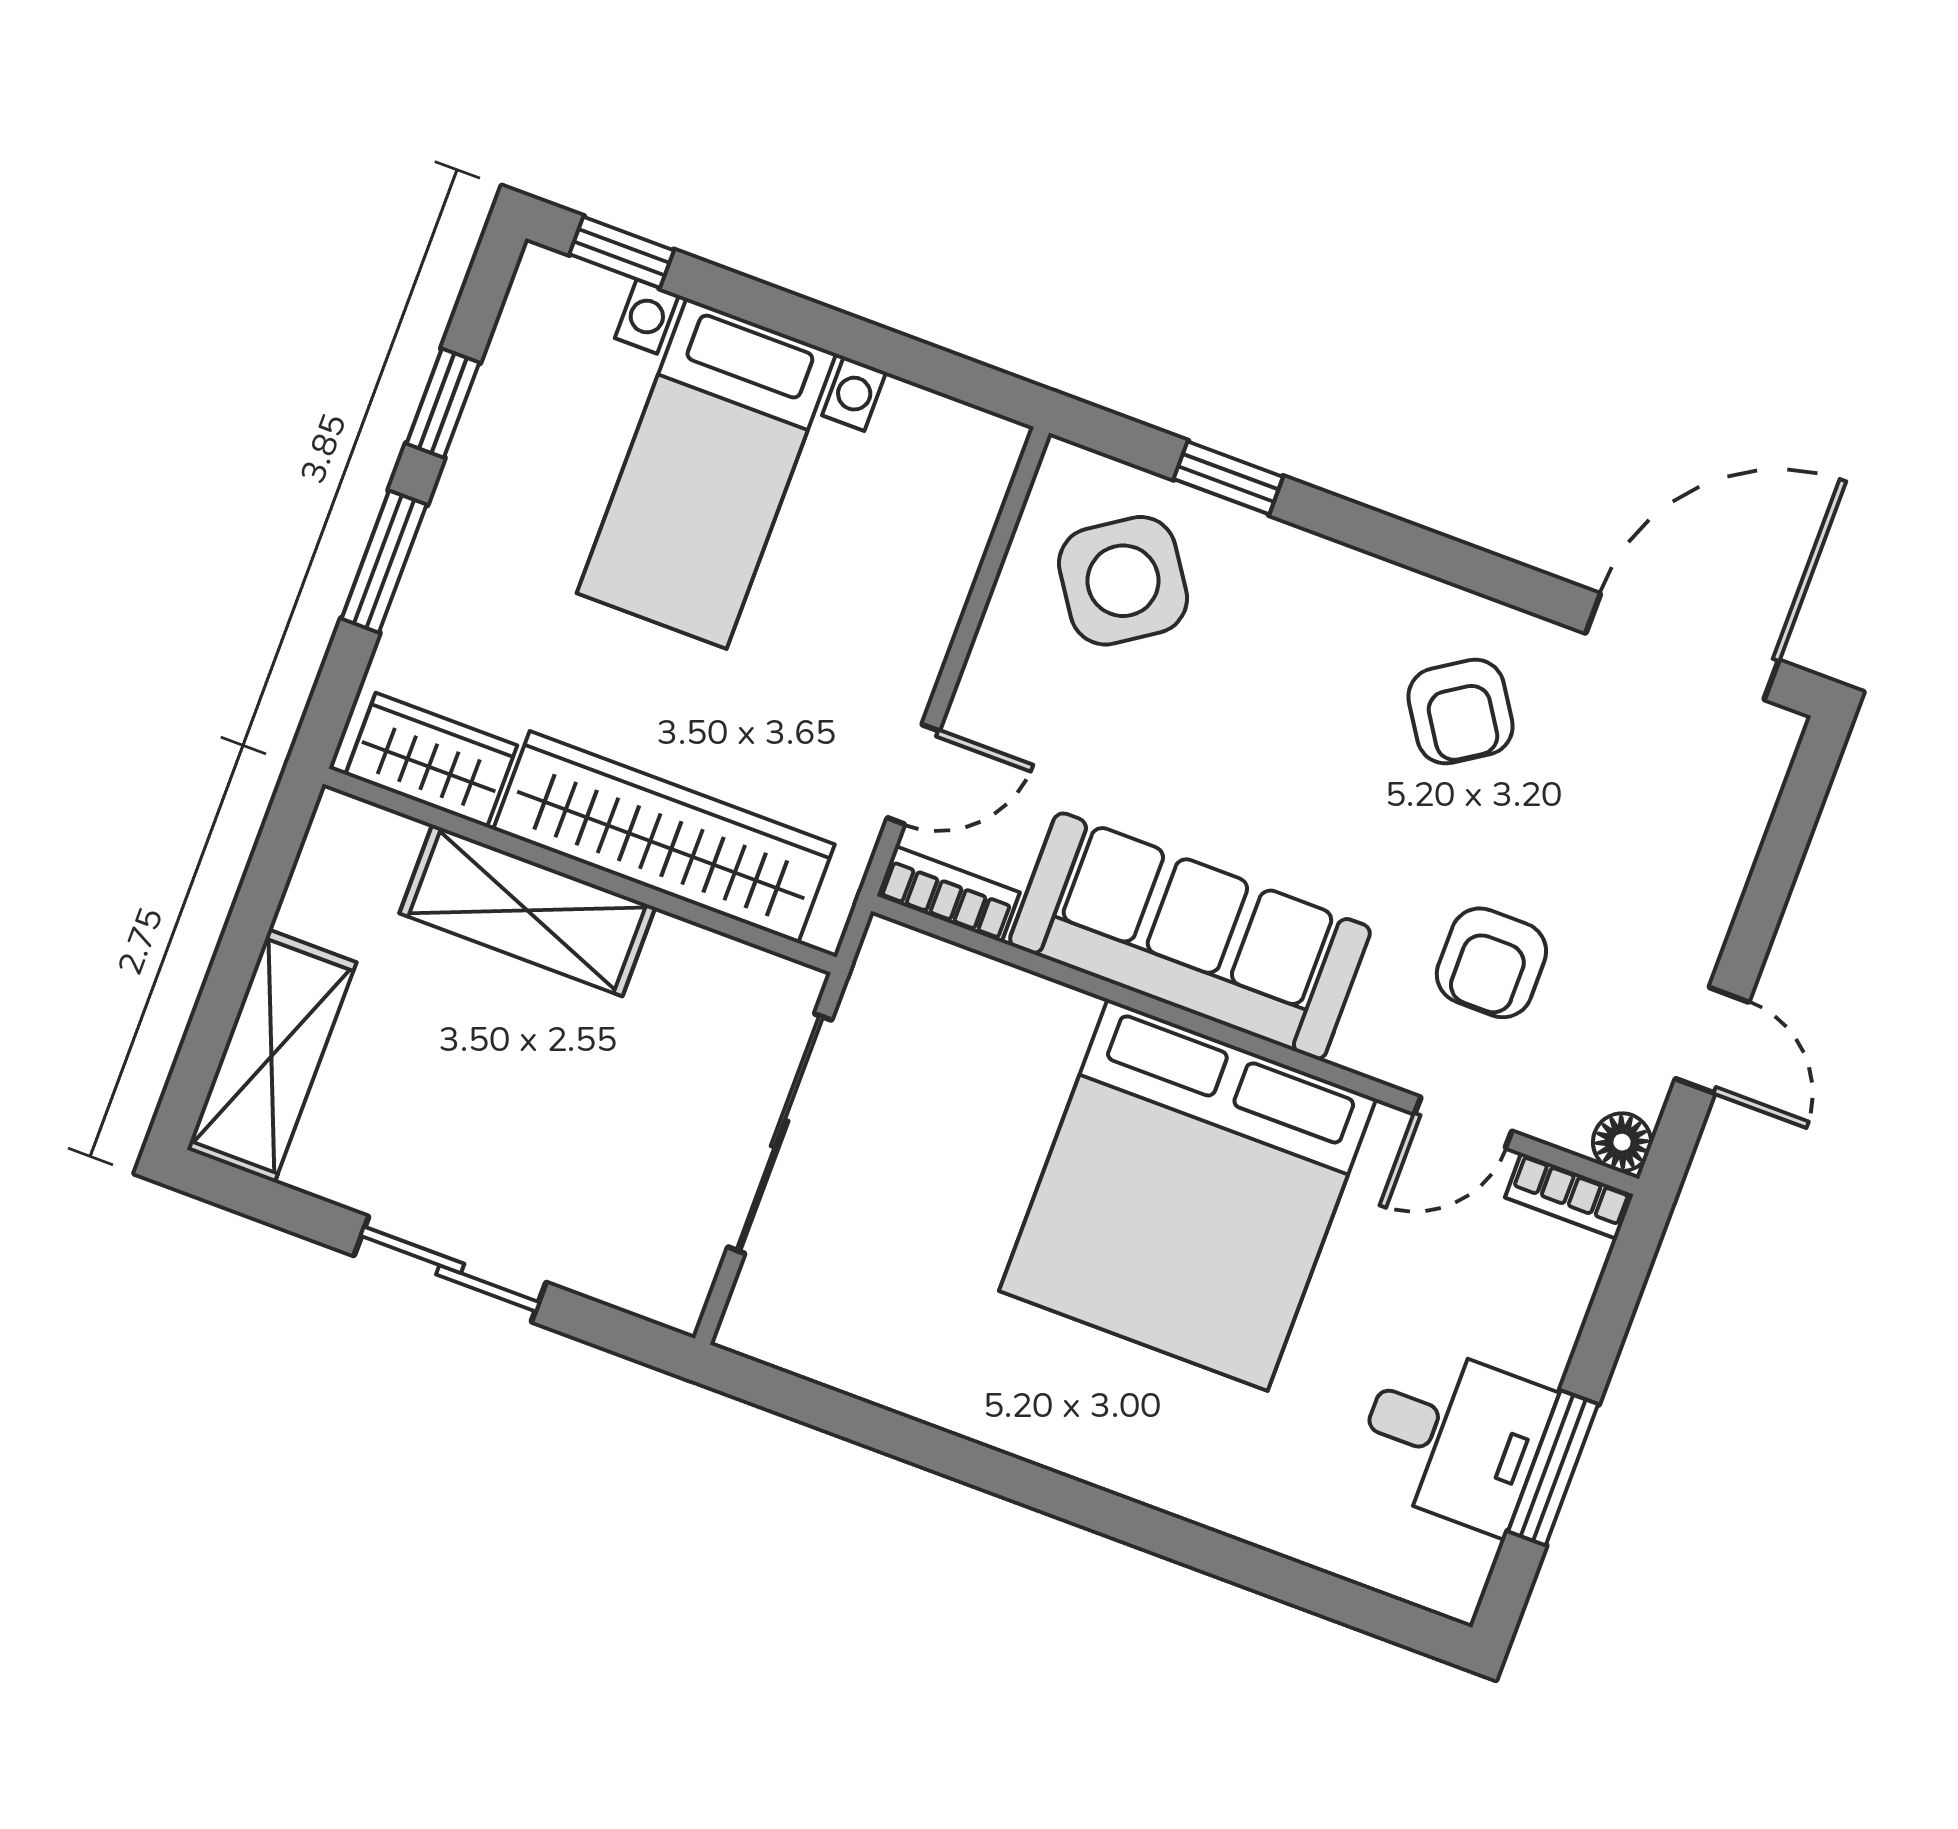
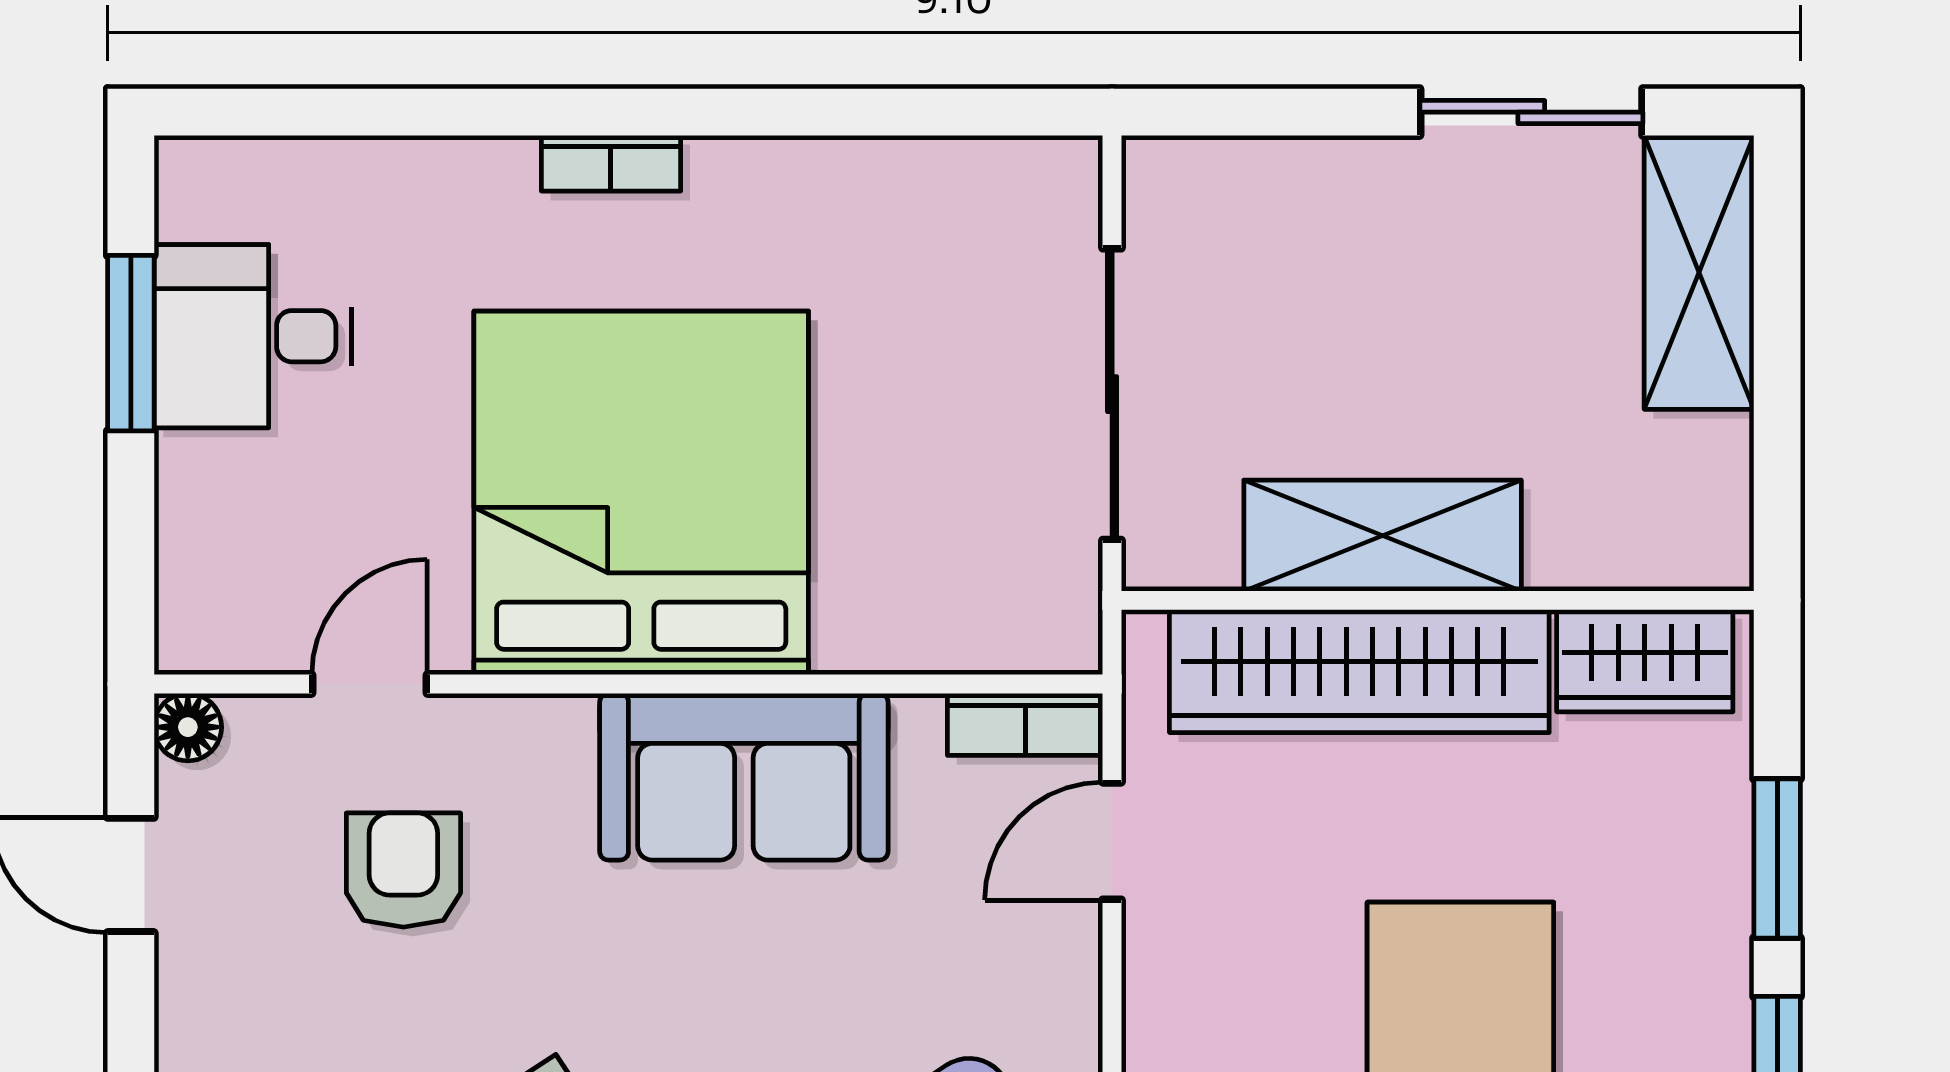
shelving: (527, 910) -> (1383, 536), moved
sofa: (1190, 936) -> (744, 777), width x0.73
bookcase: (1569, 1196) -> (611, 163), moved, turned 180
sliding door: (450, 1269) -> (1531, 112), moved

